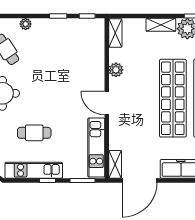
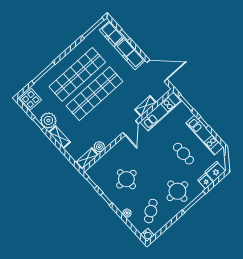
round table: (60, 54) -> (126, 179), added
plant: (116, 70) -> (99, 147), moved
shelving: (115, 164) -> (146, 106), moved

